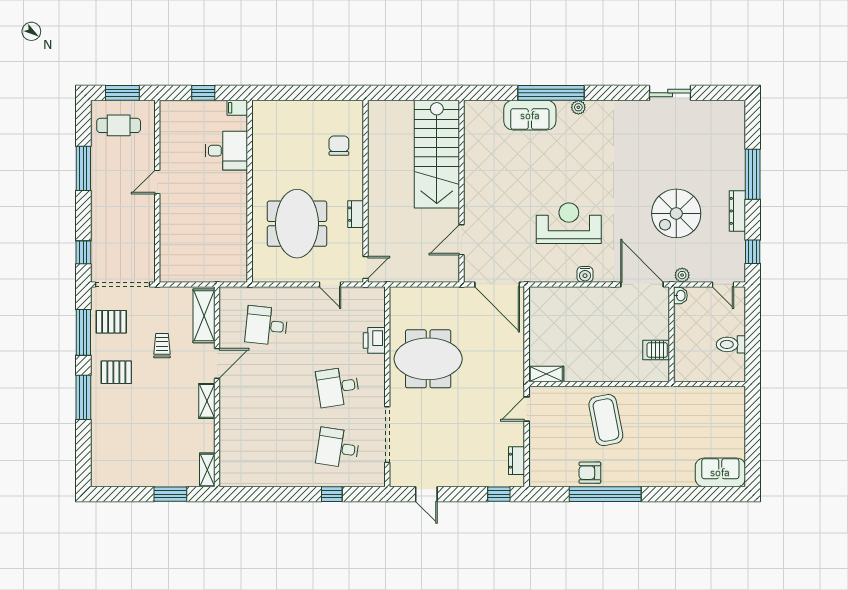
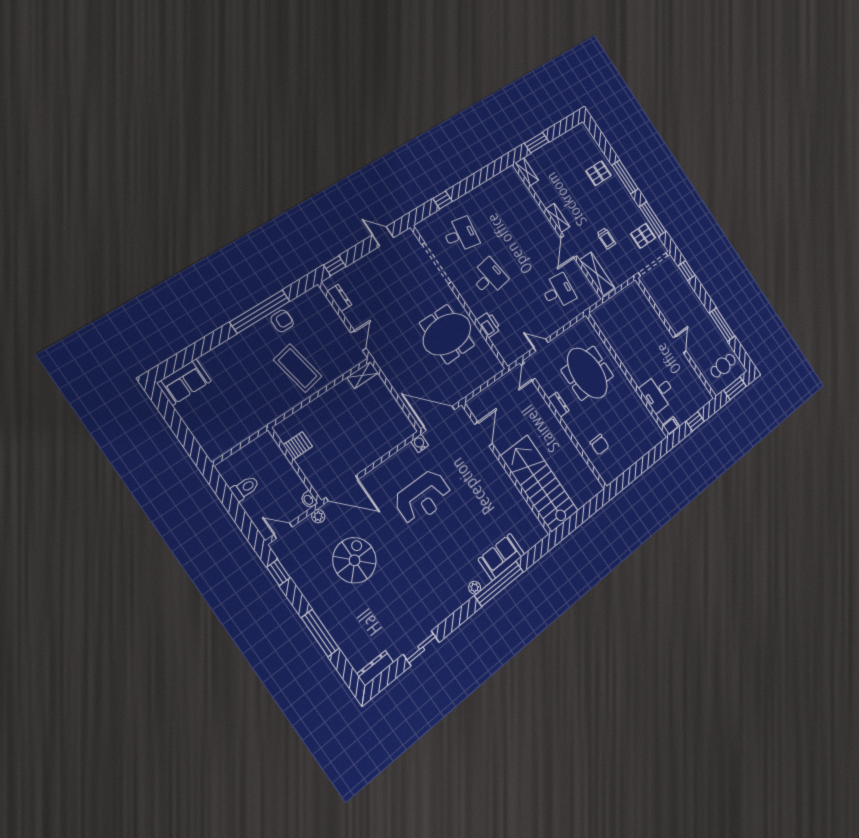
dresser: (737, 211) -> (375, 668), moved, turned -90
water cooler: (585, 274) -> (420, 443), moved
pallet: (116, 372) -> (598, 173), moved

